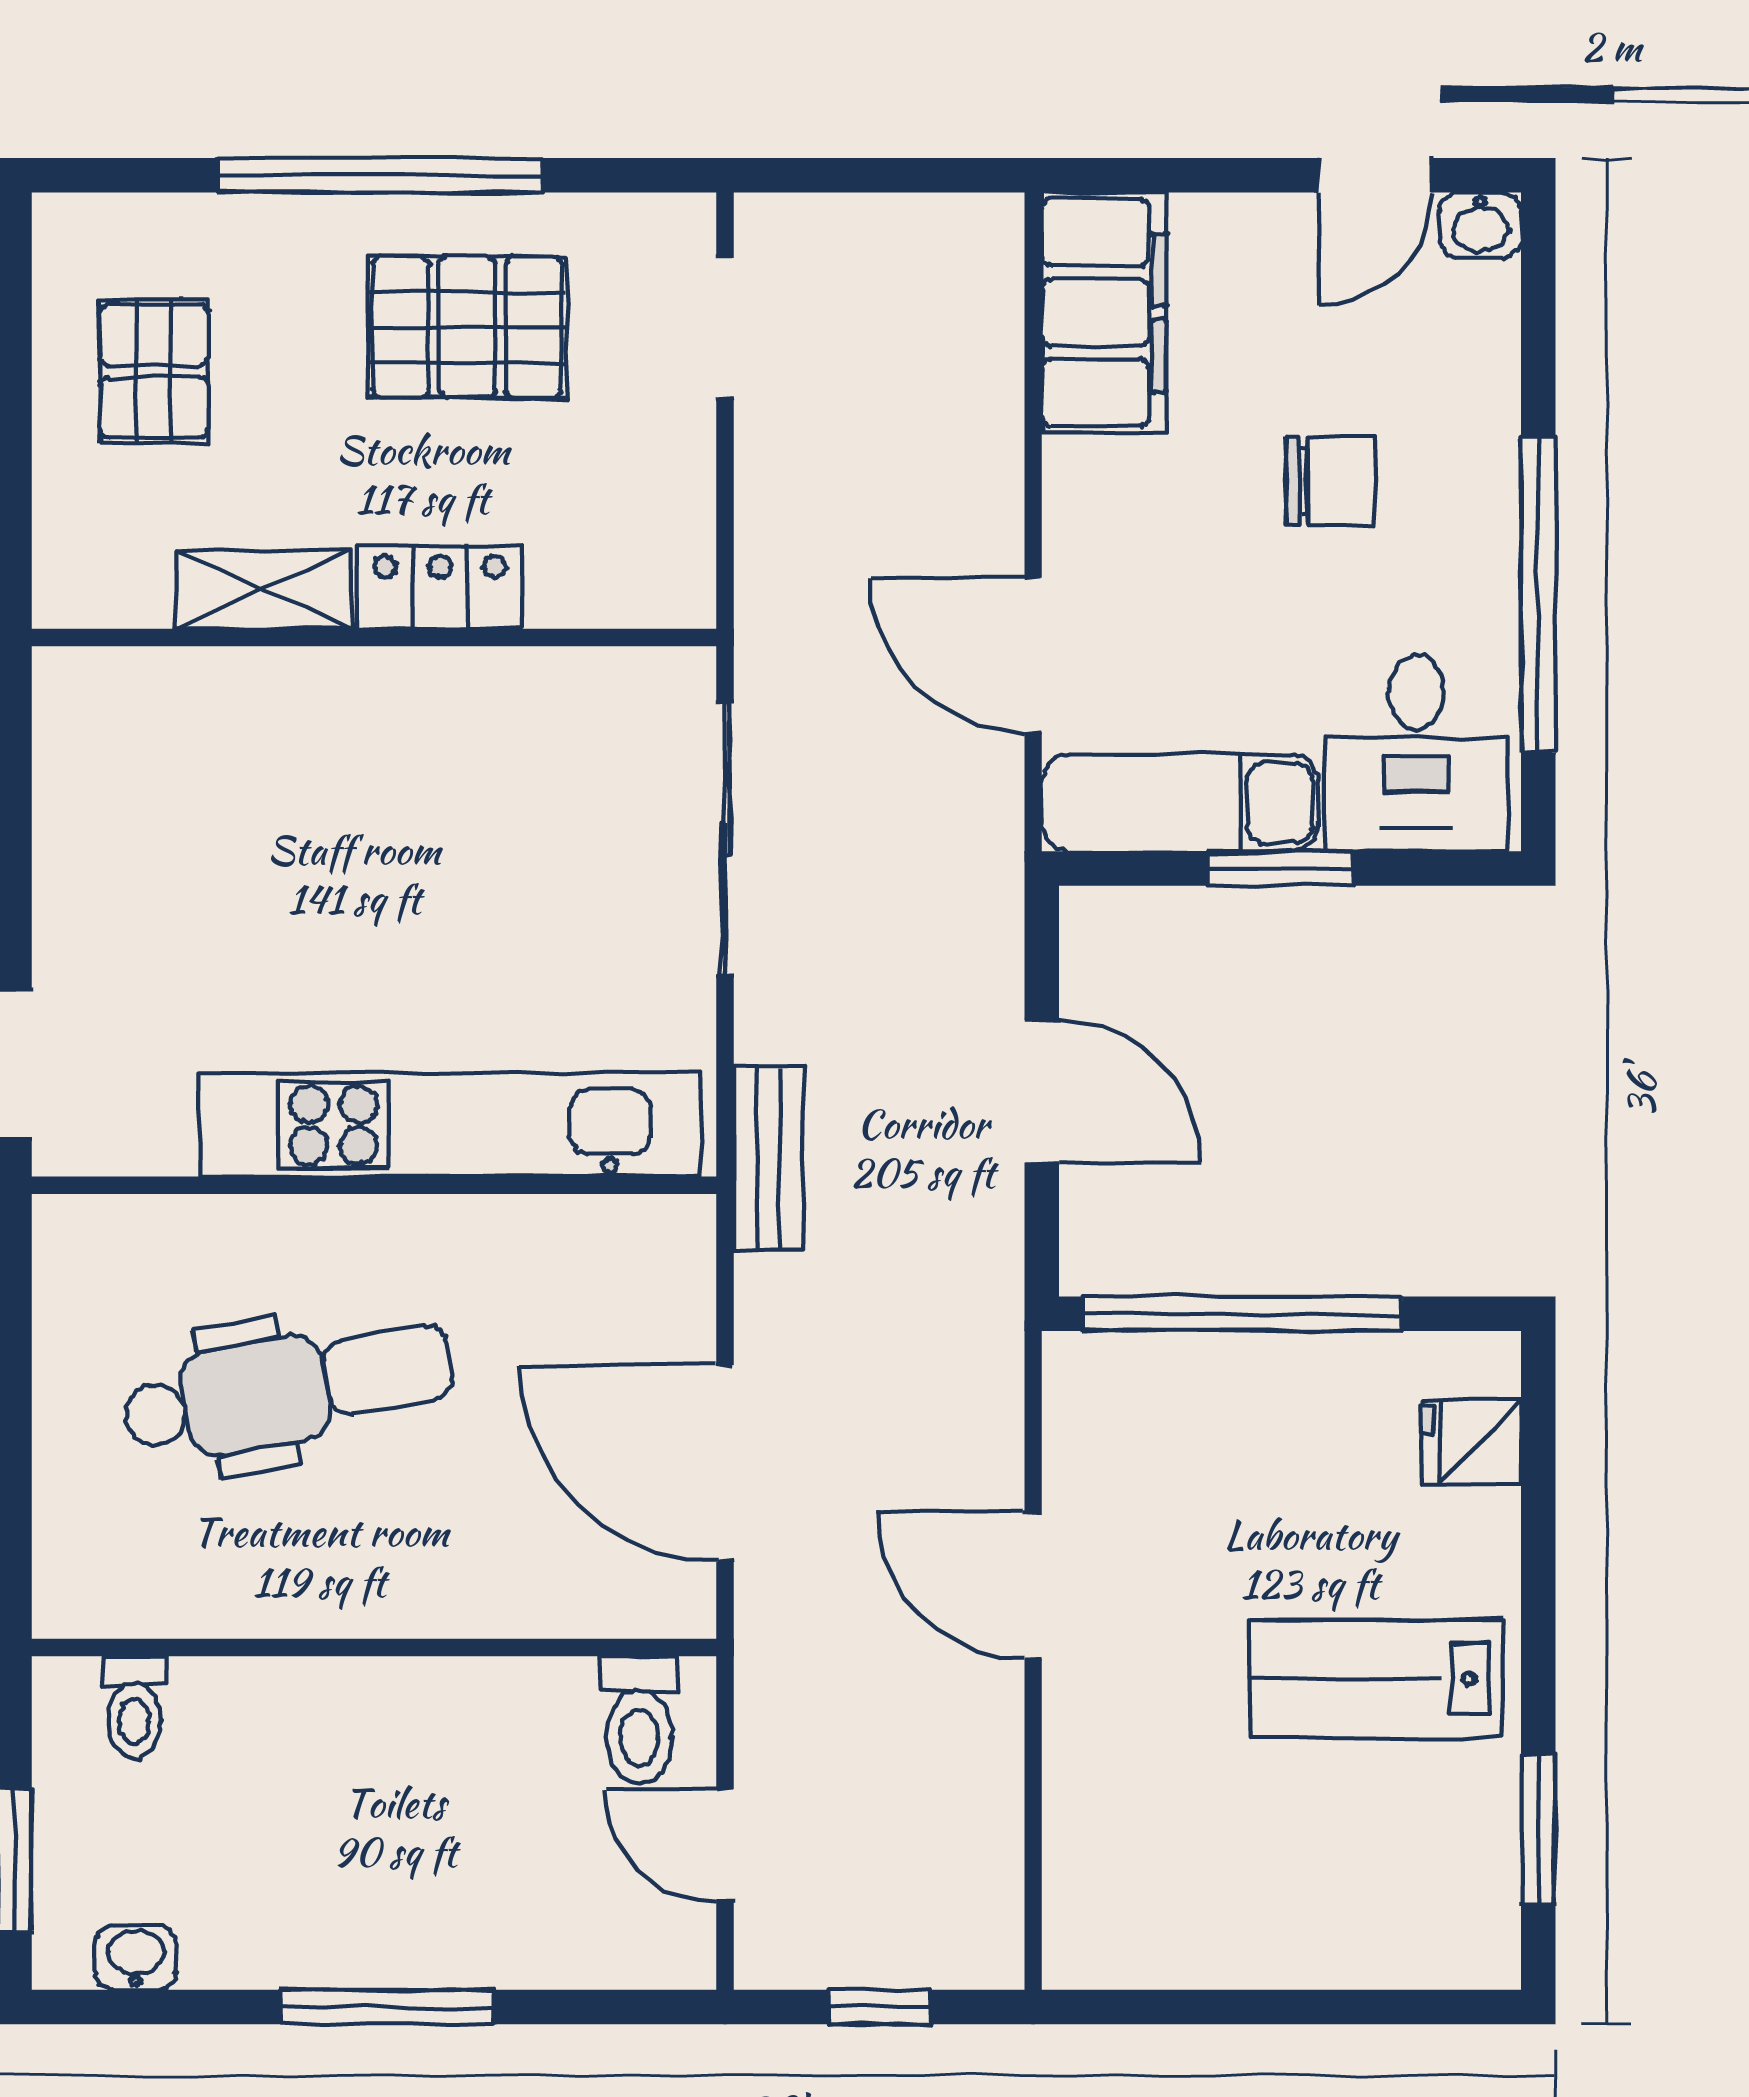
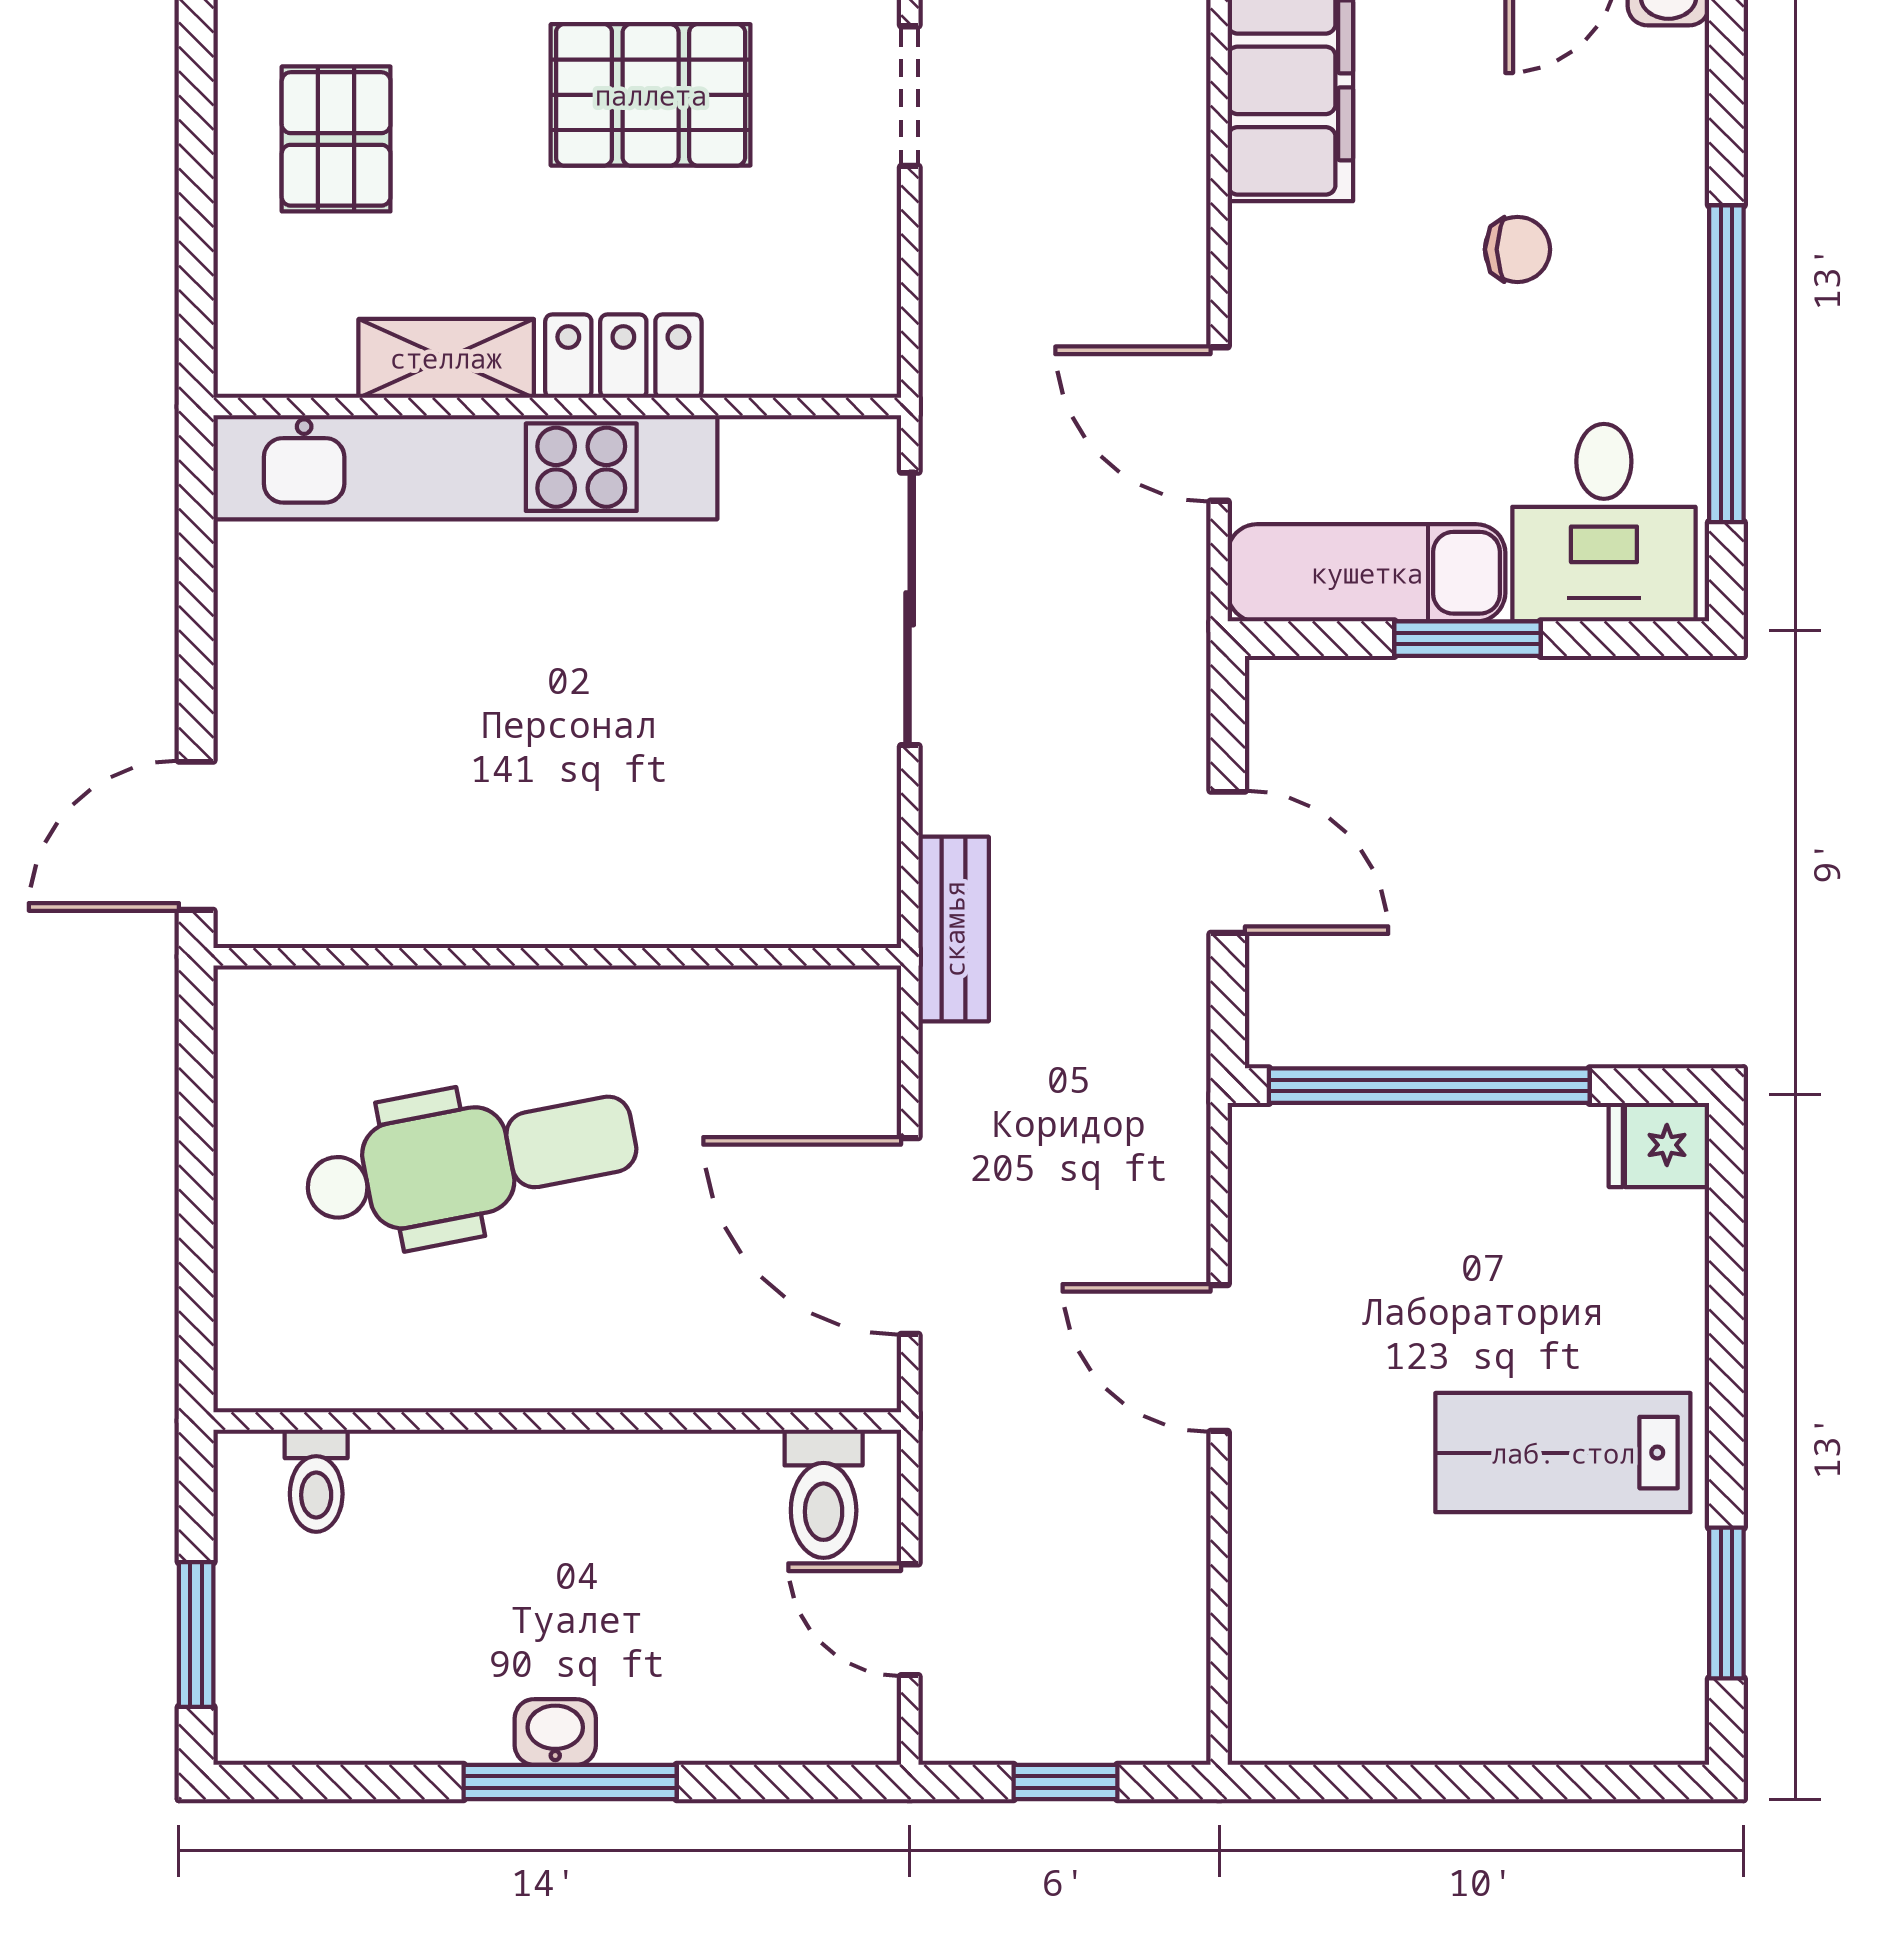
chair: (1330, 481) -> (1517, 249), width x0.73, depth x0.73
kitchen unit: (449, 1125) -> (465, 467), moved, turned 180
fridge: (1471, 1442) -> (1659, 1145), moved
washbasin: (136, 1957) -> (555, 1732), moved

